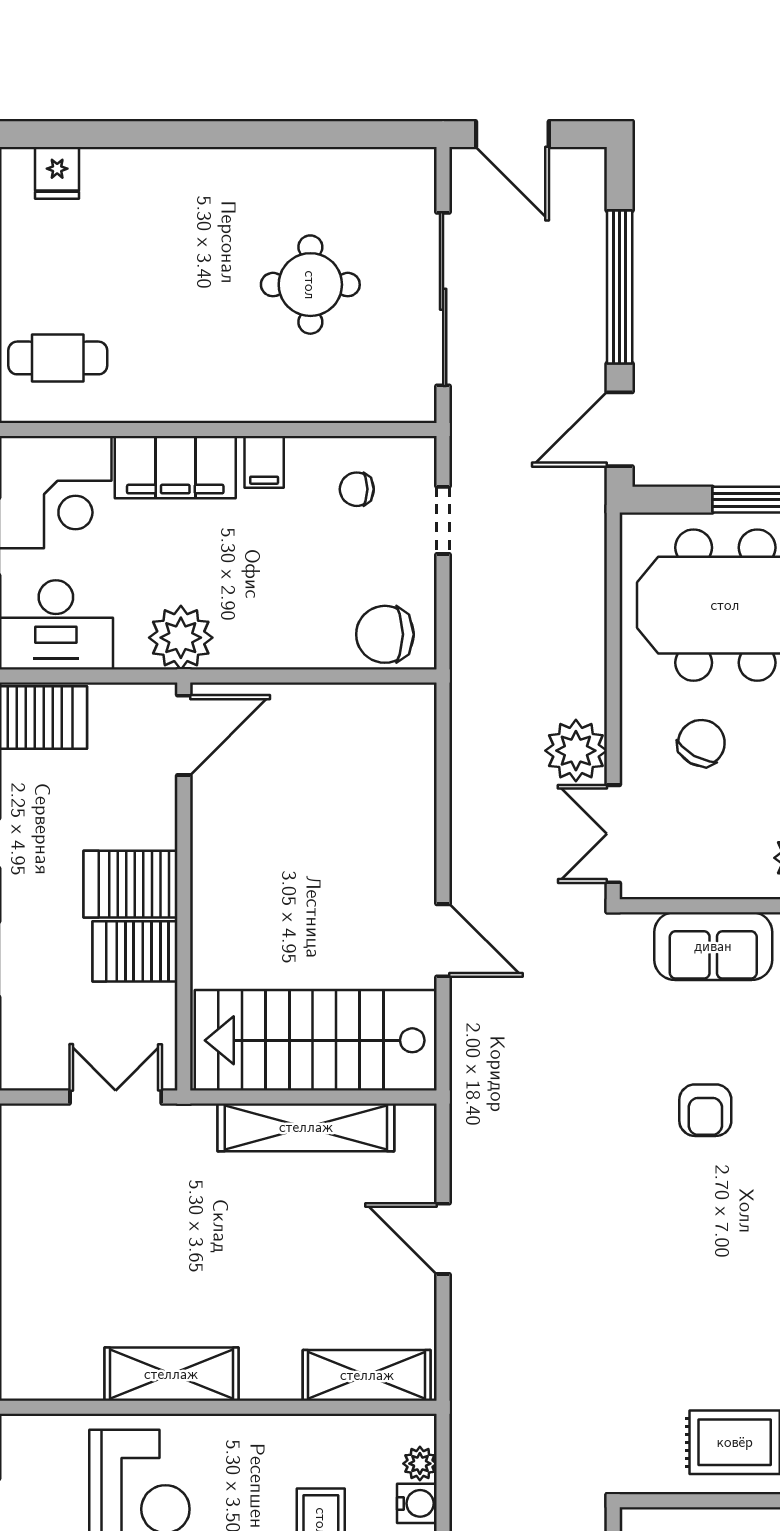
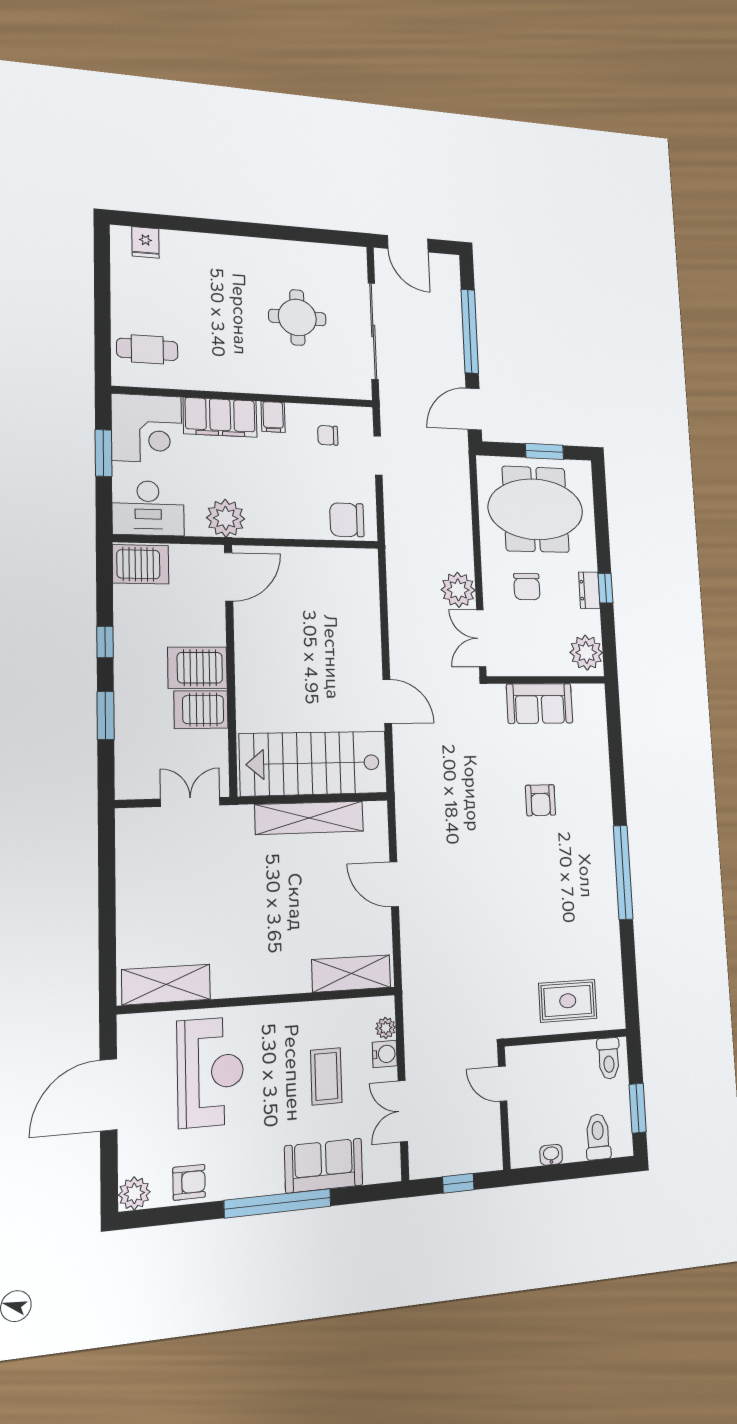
chair: (701, 743) -> (527, 587), turned 151
shelving: (171, 1374) -> (166, 985), moved

